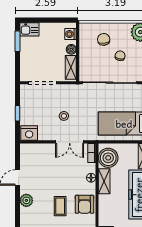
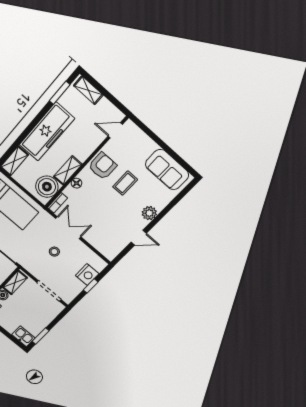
nightstand: (29, 133) -> (87, 275), moved, turned 90

